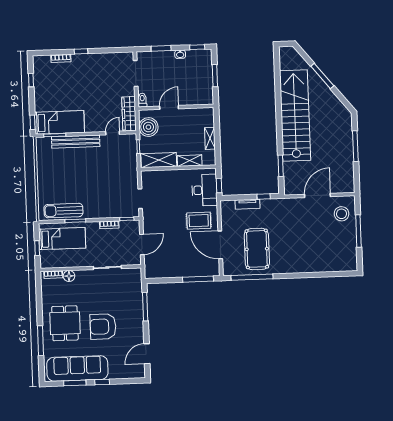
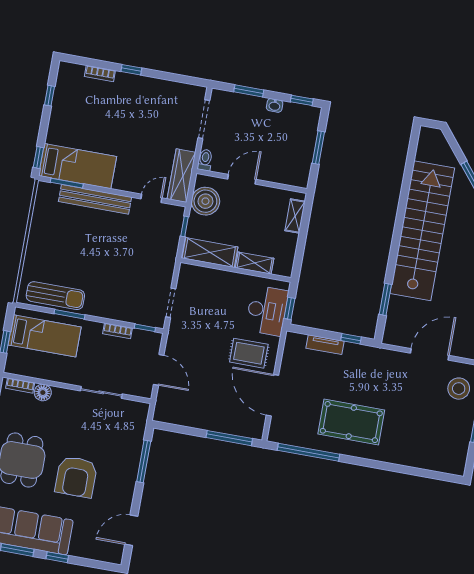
shelving: (210, 138) -> (295, 216), moved
sun lounger: (63, 211) -> (55, 296), turned 180
door: (142, 244) -> (159, 370), hinge flipped
pool table: (257, 249) -> (351, 422), moved, turned 90
armchair: (103, 327) -> (76, 477), turned -90

